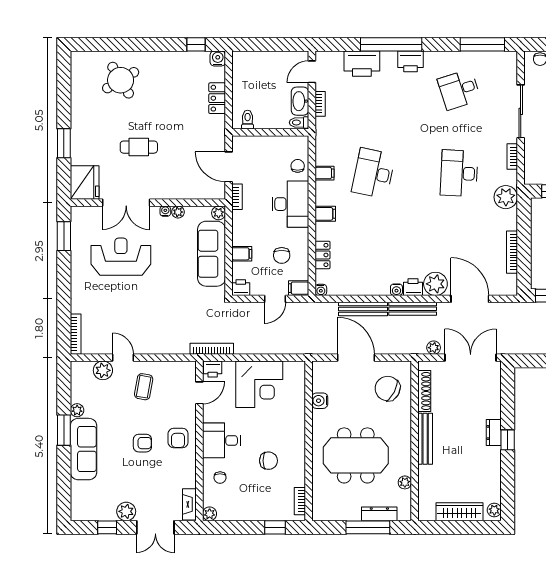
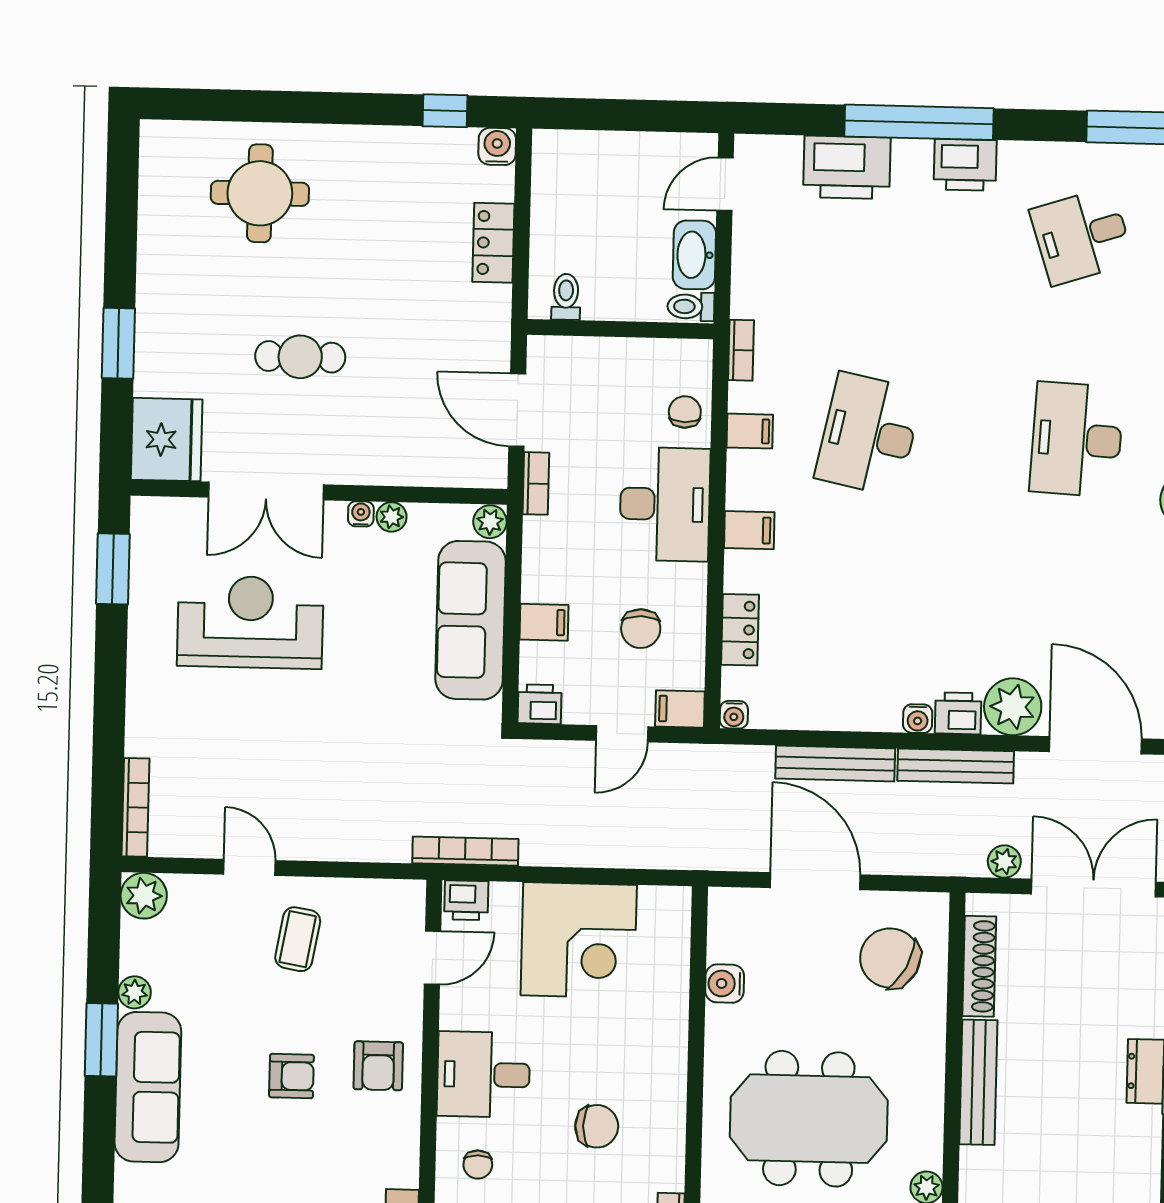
round table: (121, 80) -> (260, 193), turned 31
bookcase: (320, 104) -> (741, 350), moved
plant: (103, 370) -> (144, 896), moved

